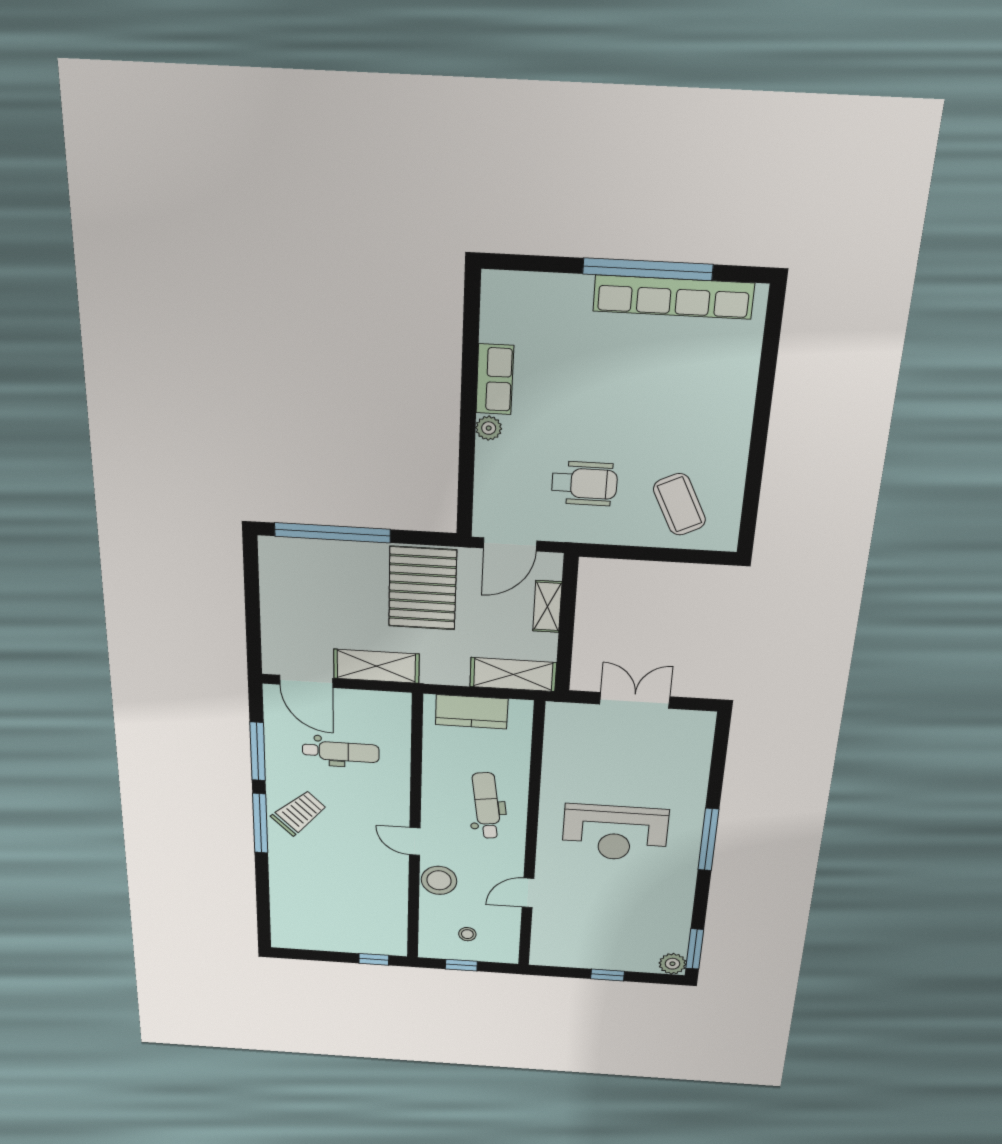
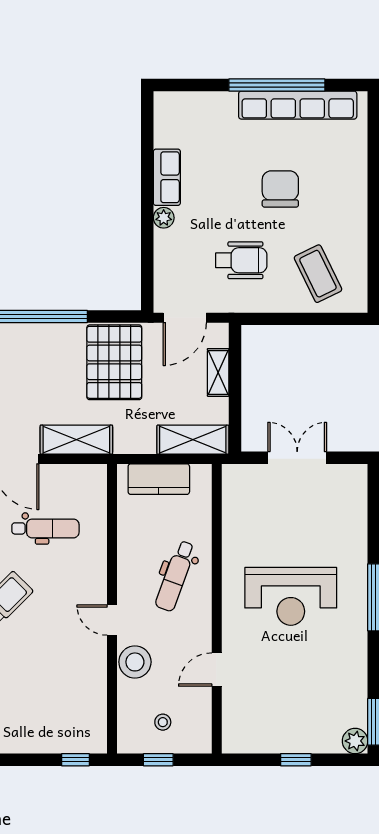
chair: (641, 402) -> (280, 189), added
dental chair: (487, 806) -> (175, 576), turned -152

